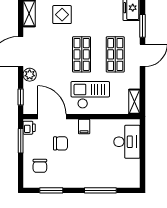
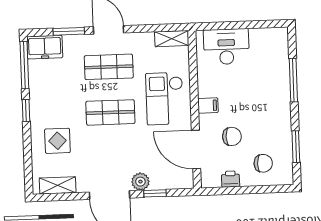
window: (21, 97) -> (155, 193), moved
door: (52, 117) -> (196, 150), hinge flipped
printer: (29, 128) -> (230, 179), moved
window: (21, 141) -> (230, 191), removed
chair: (61, 143) -> (232, 136), turned 90

